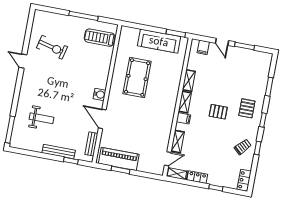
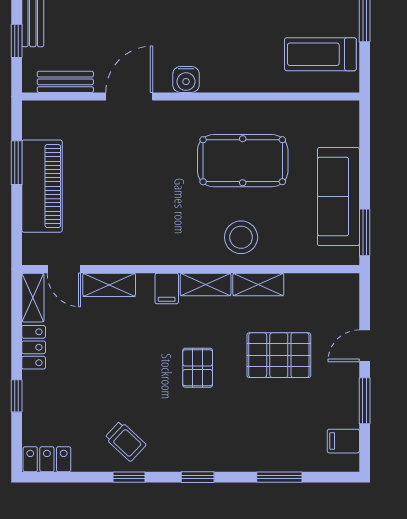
treadmill: (100, 38) -> (320, 54), turned -90
filing cabinet: (203, 47) -> (343, 441), moved
stool: (168, 84) -> (241, 237), added
pallet: (247, 108) -> (279, 355), moved, width x1.50, depth x1.42
piano: (119, 159) -> (42, 186), moved

